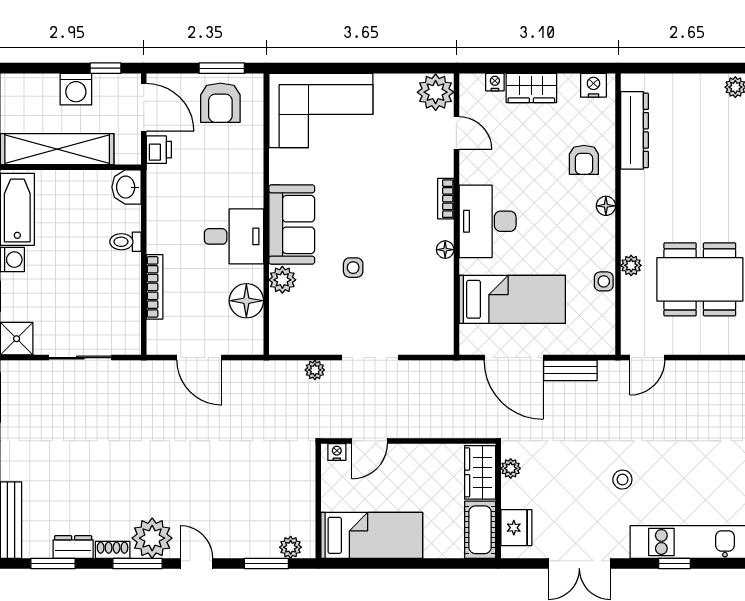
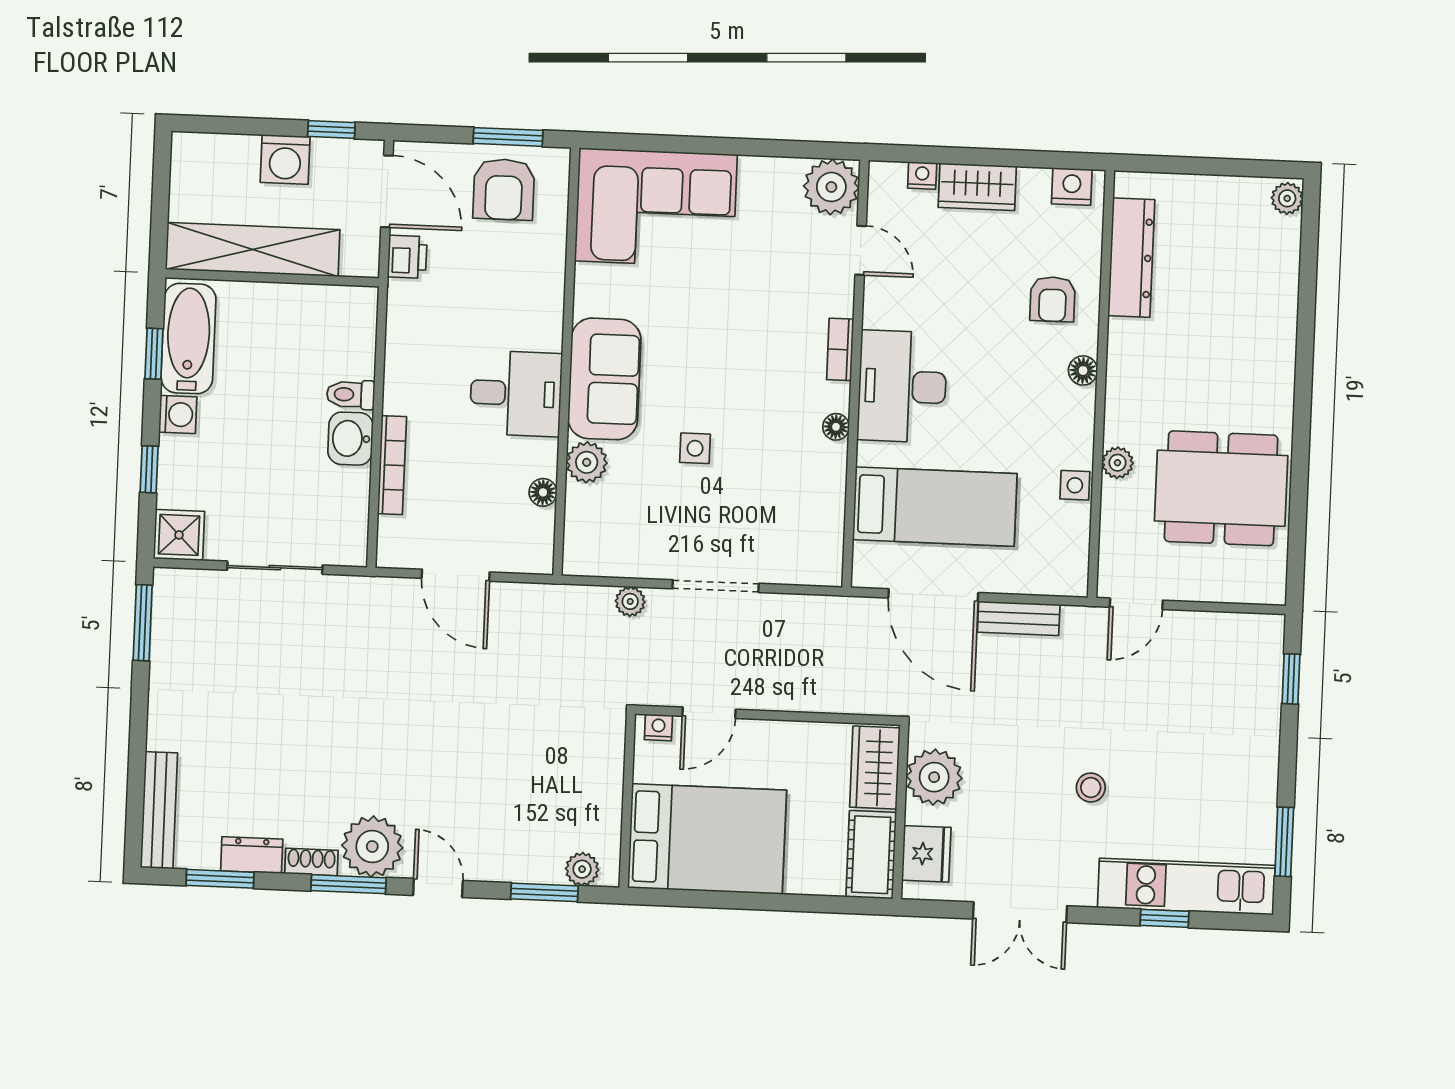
washbasin: (127, 187) -> (350, 439), moved
floor lamp: (246, 301) -> (543, 492), width x0.53, depth x0.53
plant: (511, 468) -> (934, 777), width x1.88, depth x1.88
bed: (372, 535) -> (707, 839), width x1.50

